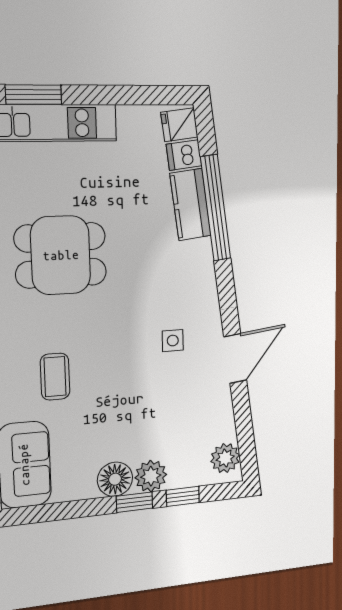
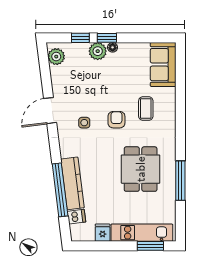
fridge: (179, 125) -> (103, 233), moved, turned -83
kitchen counter: (190, 205) -> (72, 183), width x1.50
dining table: (61, 255) -> (141, 169), turned 90
armchair: (112, 351) -> (116, 120), added
floor lamp: (115, 479) -> (113, 47), width x0.53, depth x0.53

